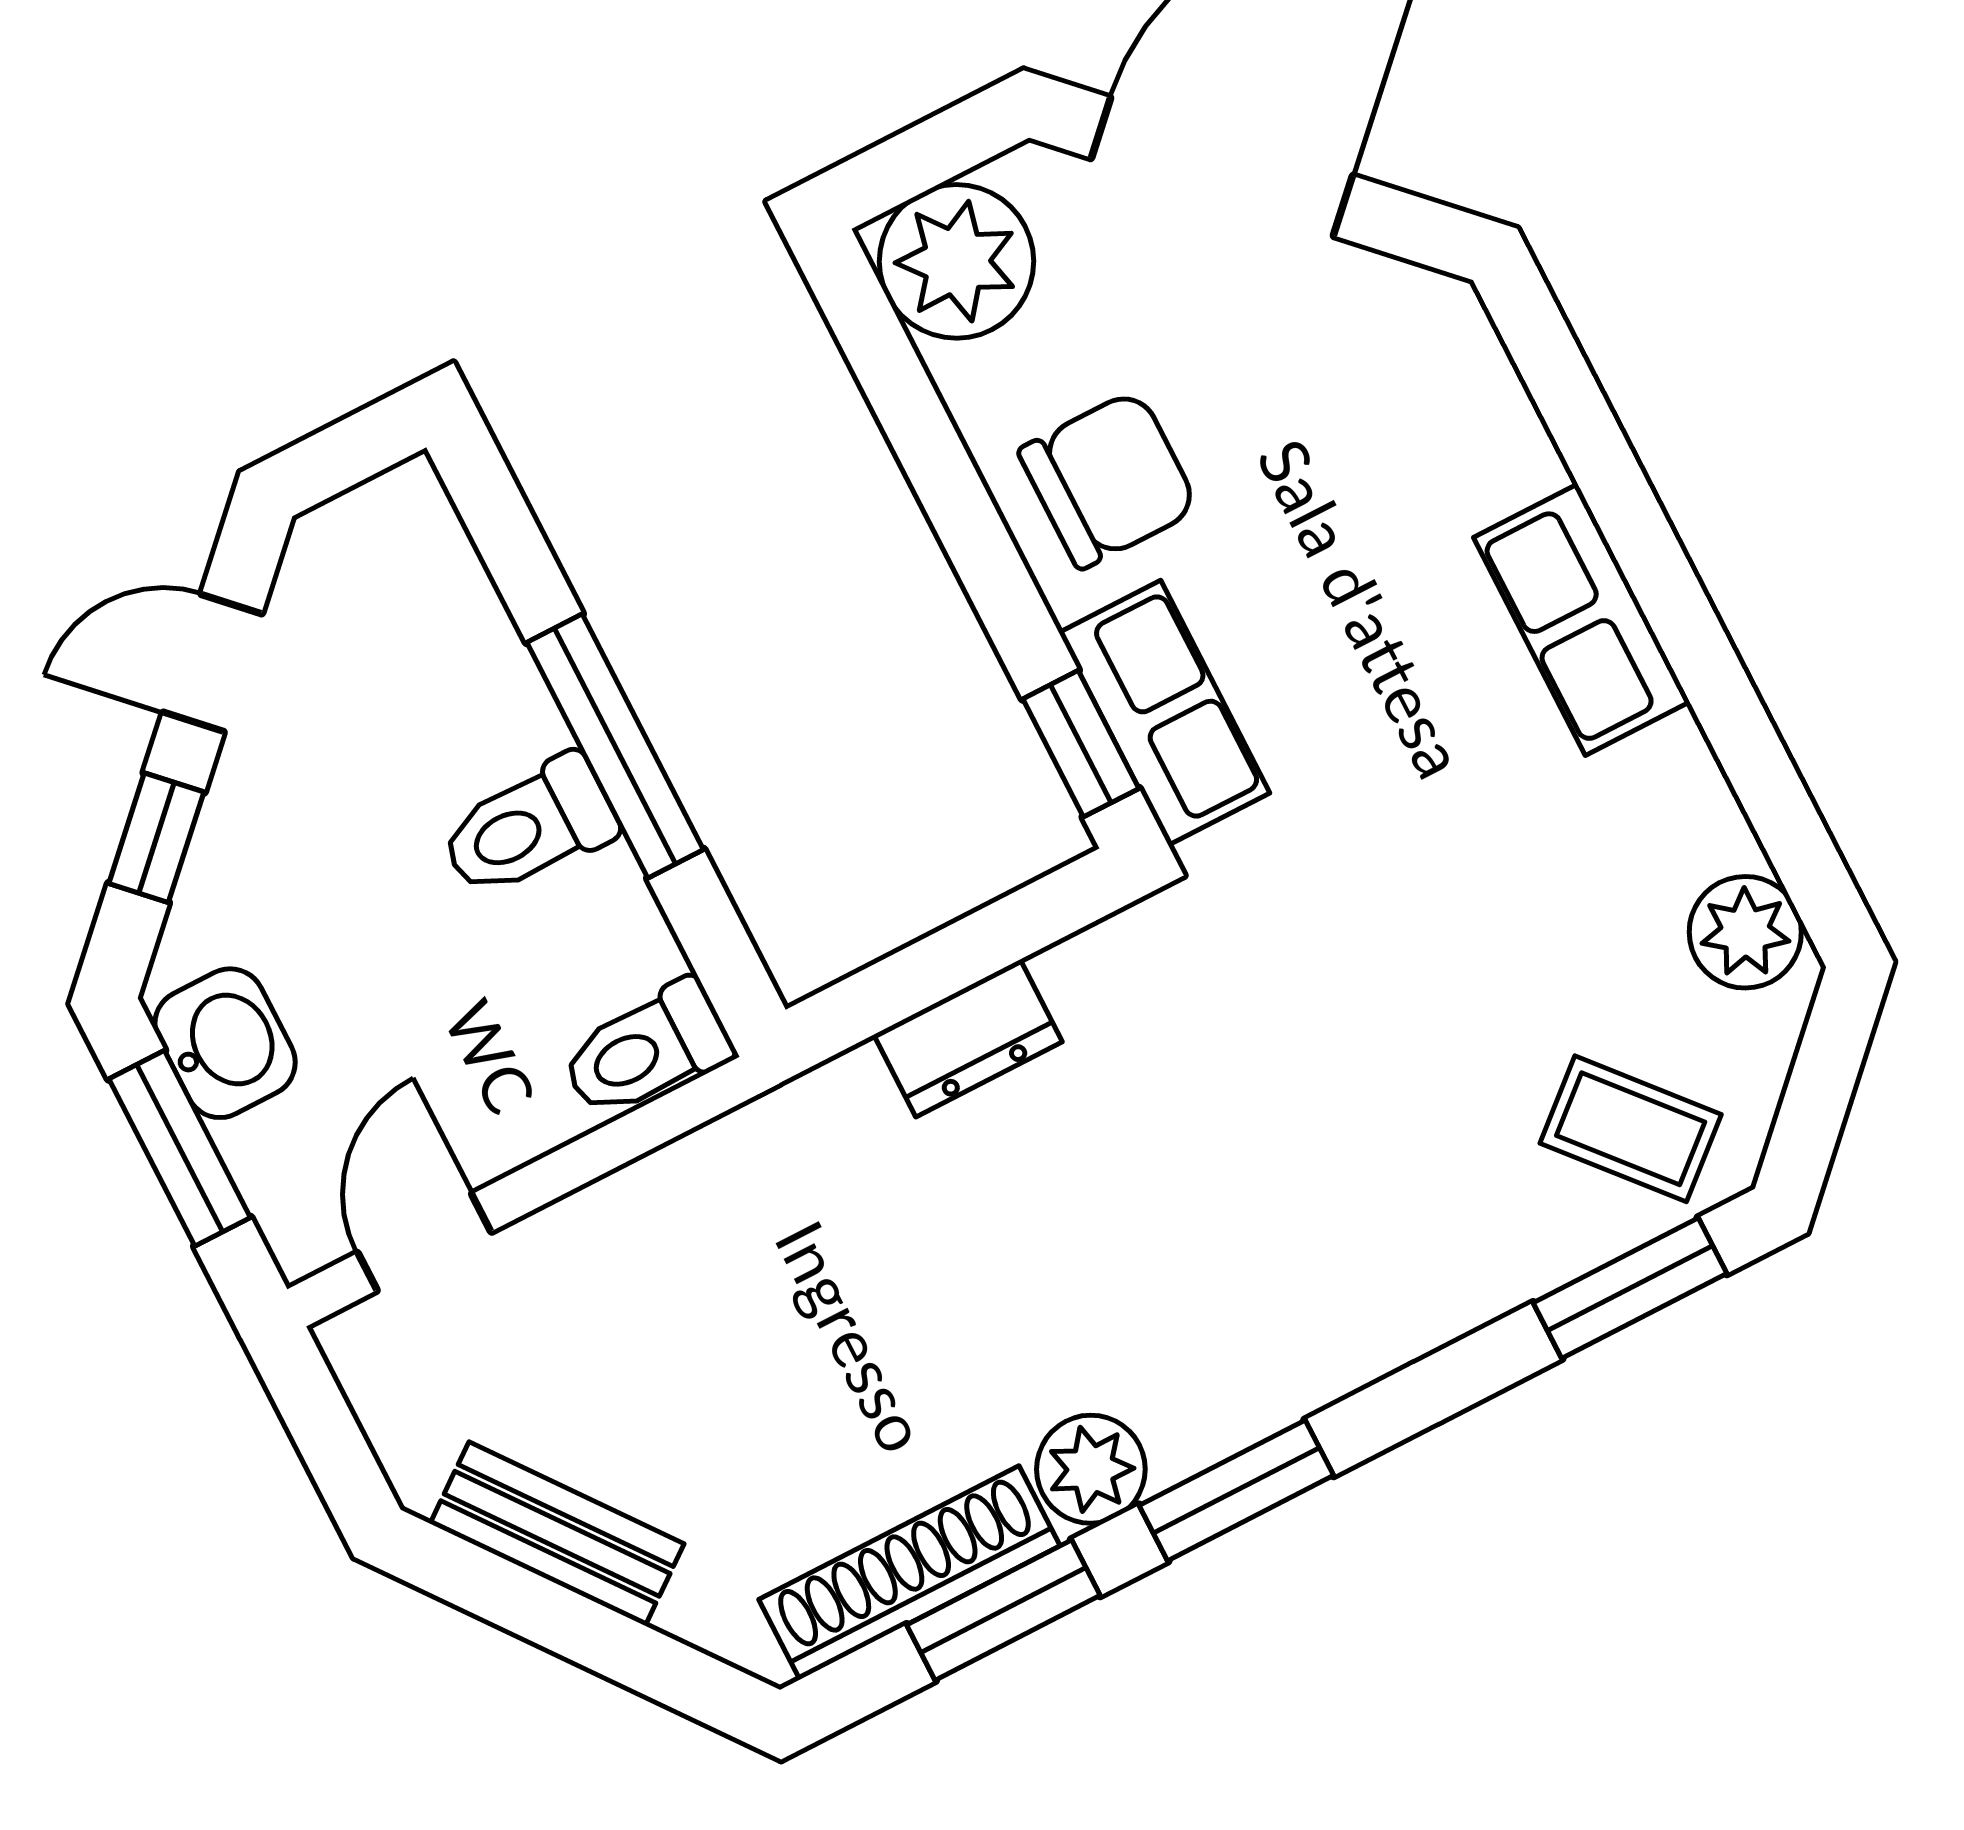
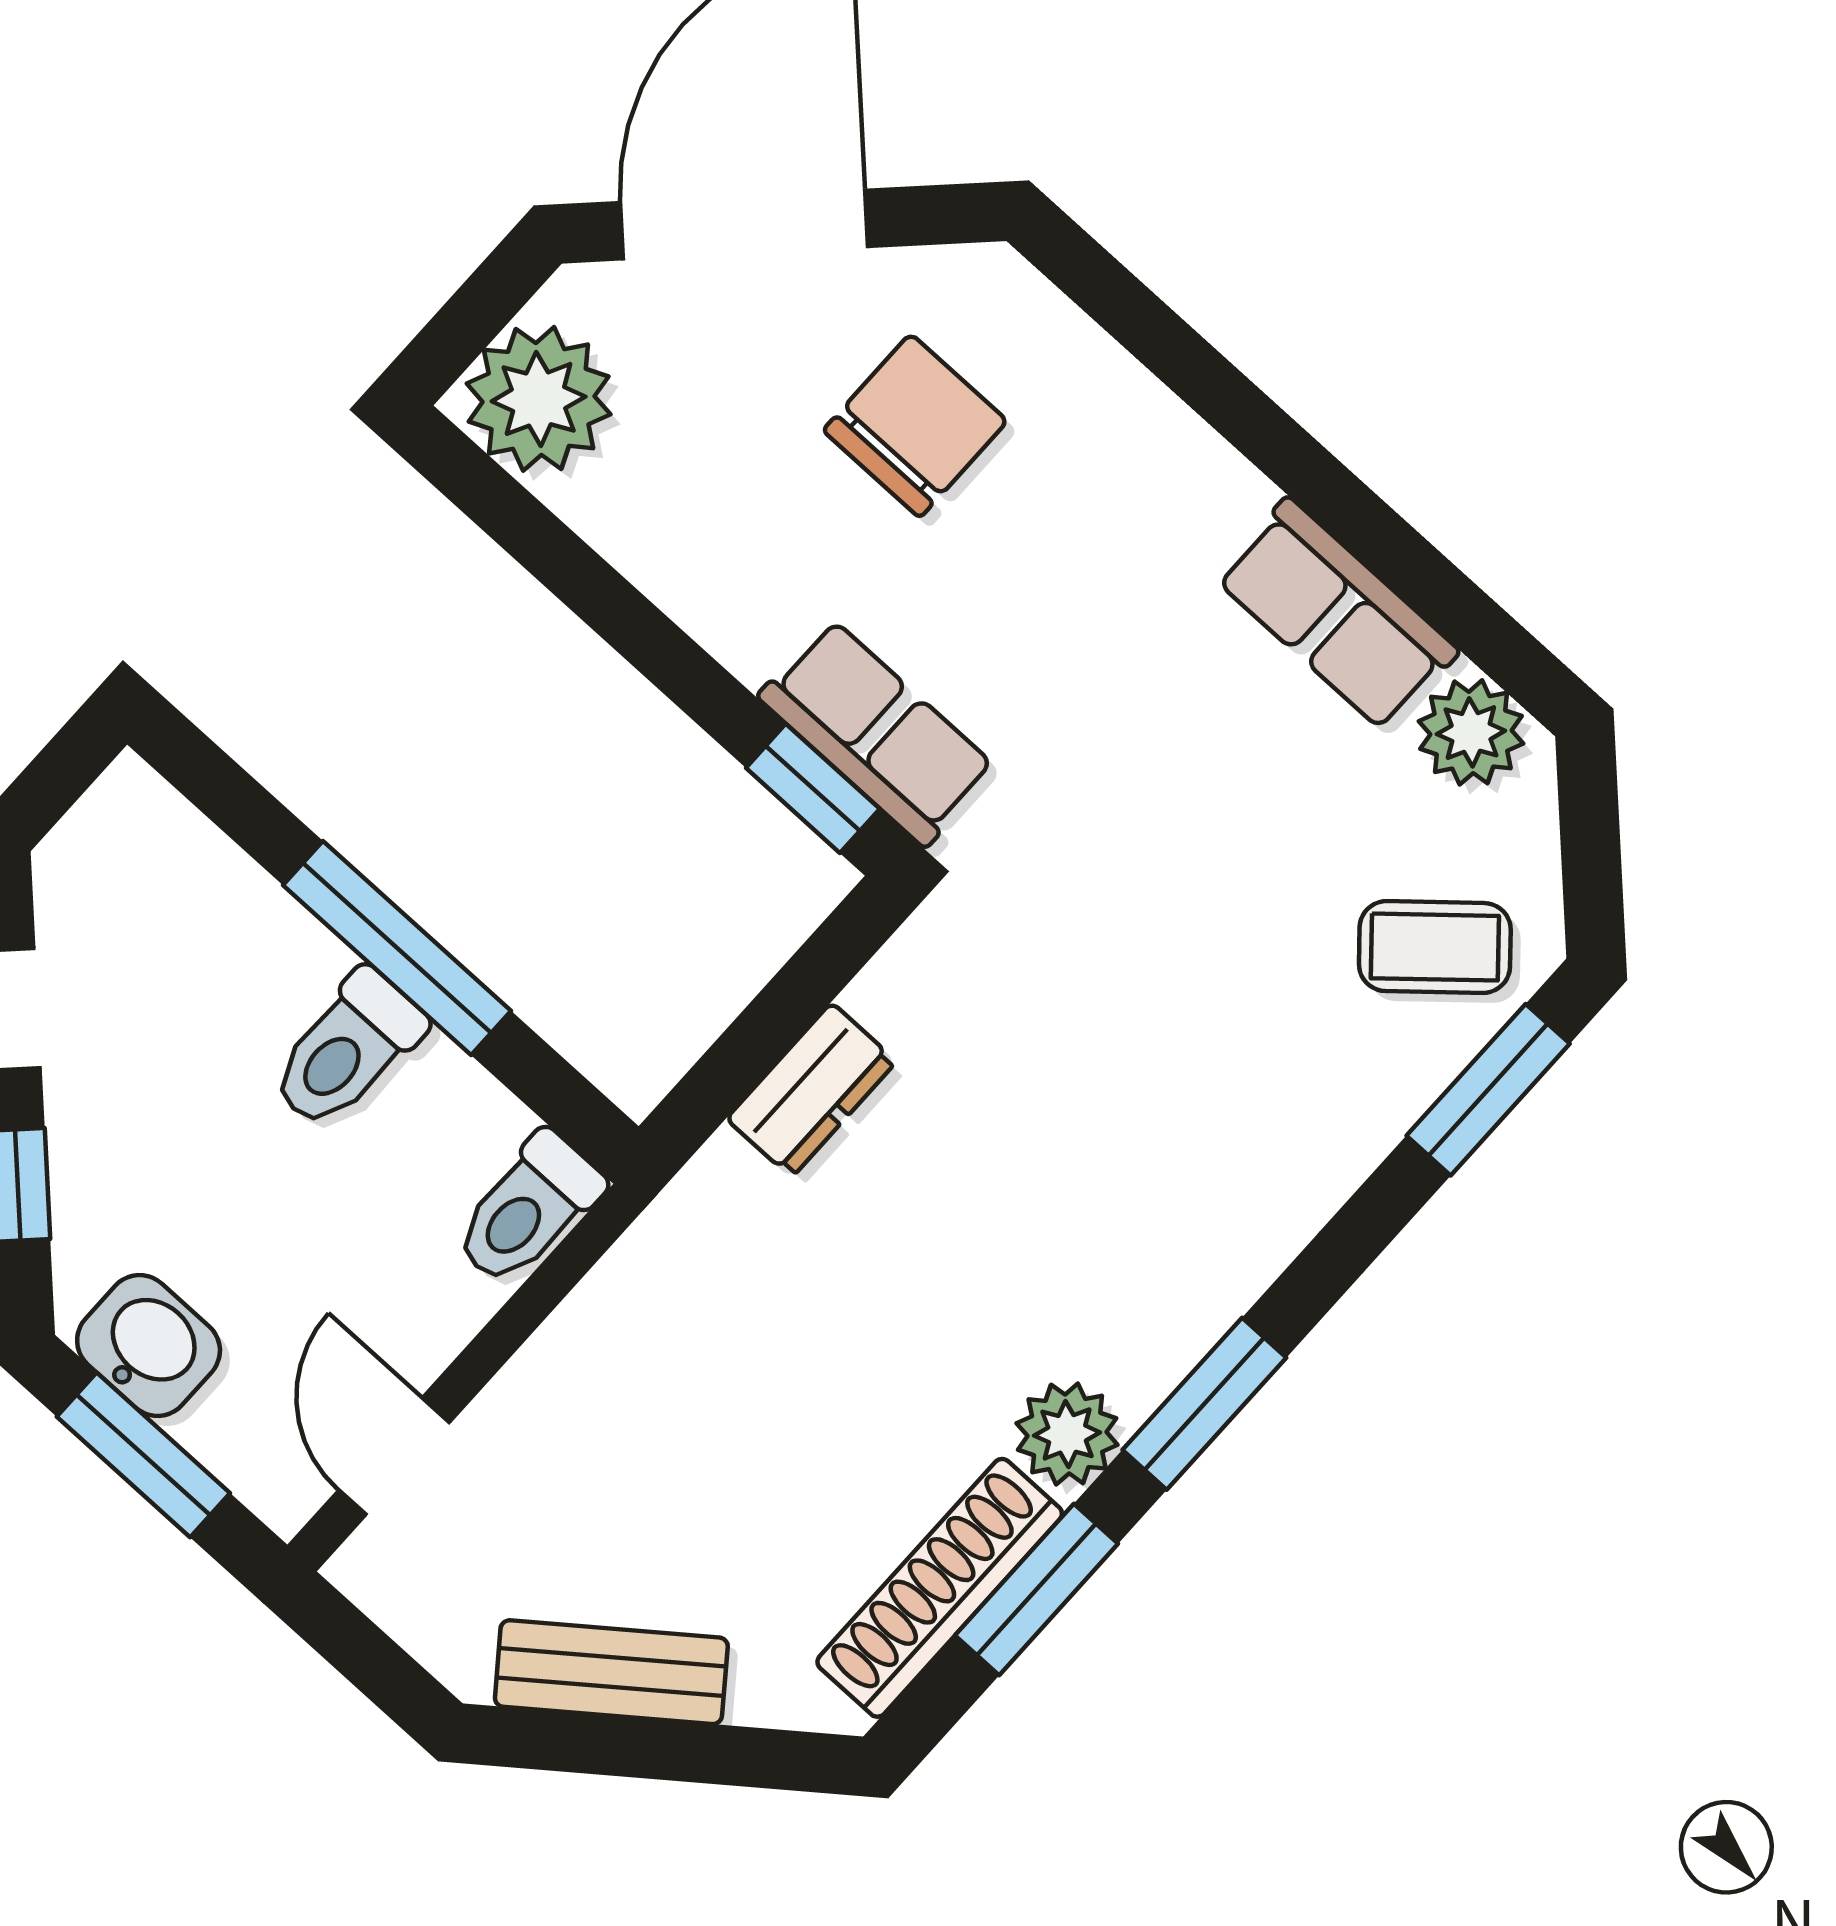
chair: (1108, 480) -> (915, 426), moved
row of seats: (1582, 620) -> (1337, 615), moved

